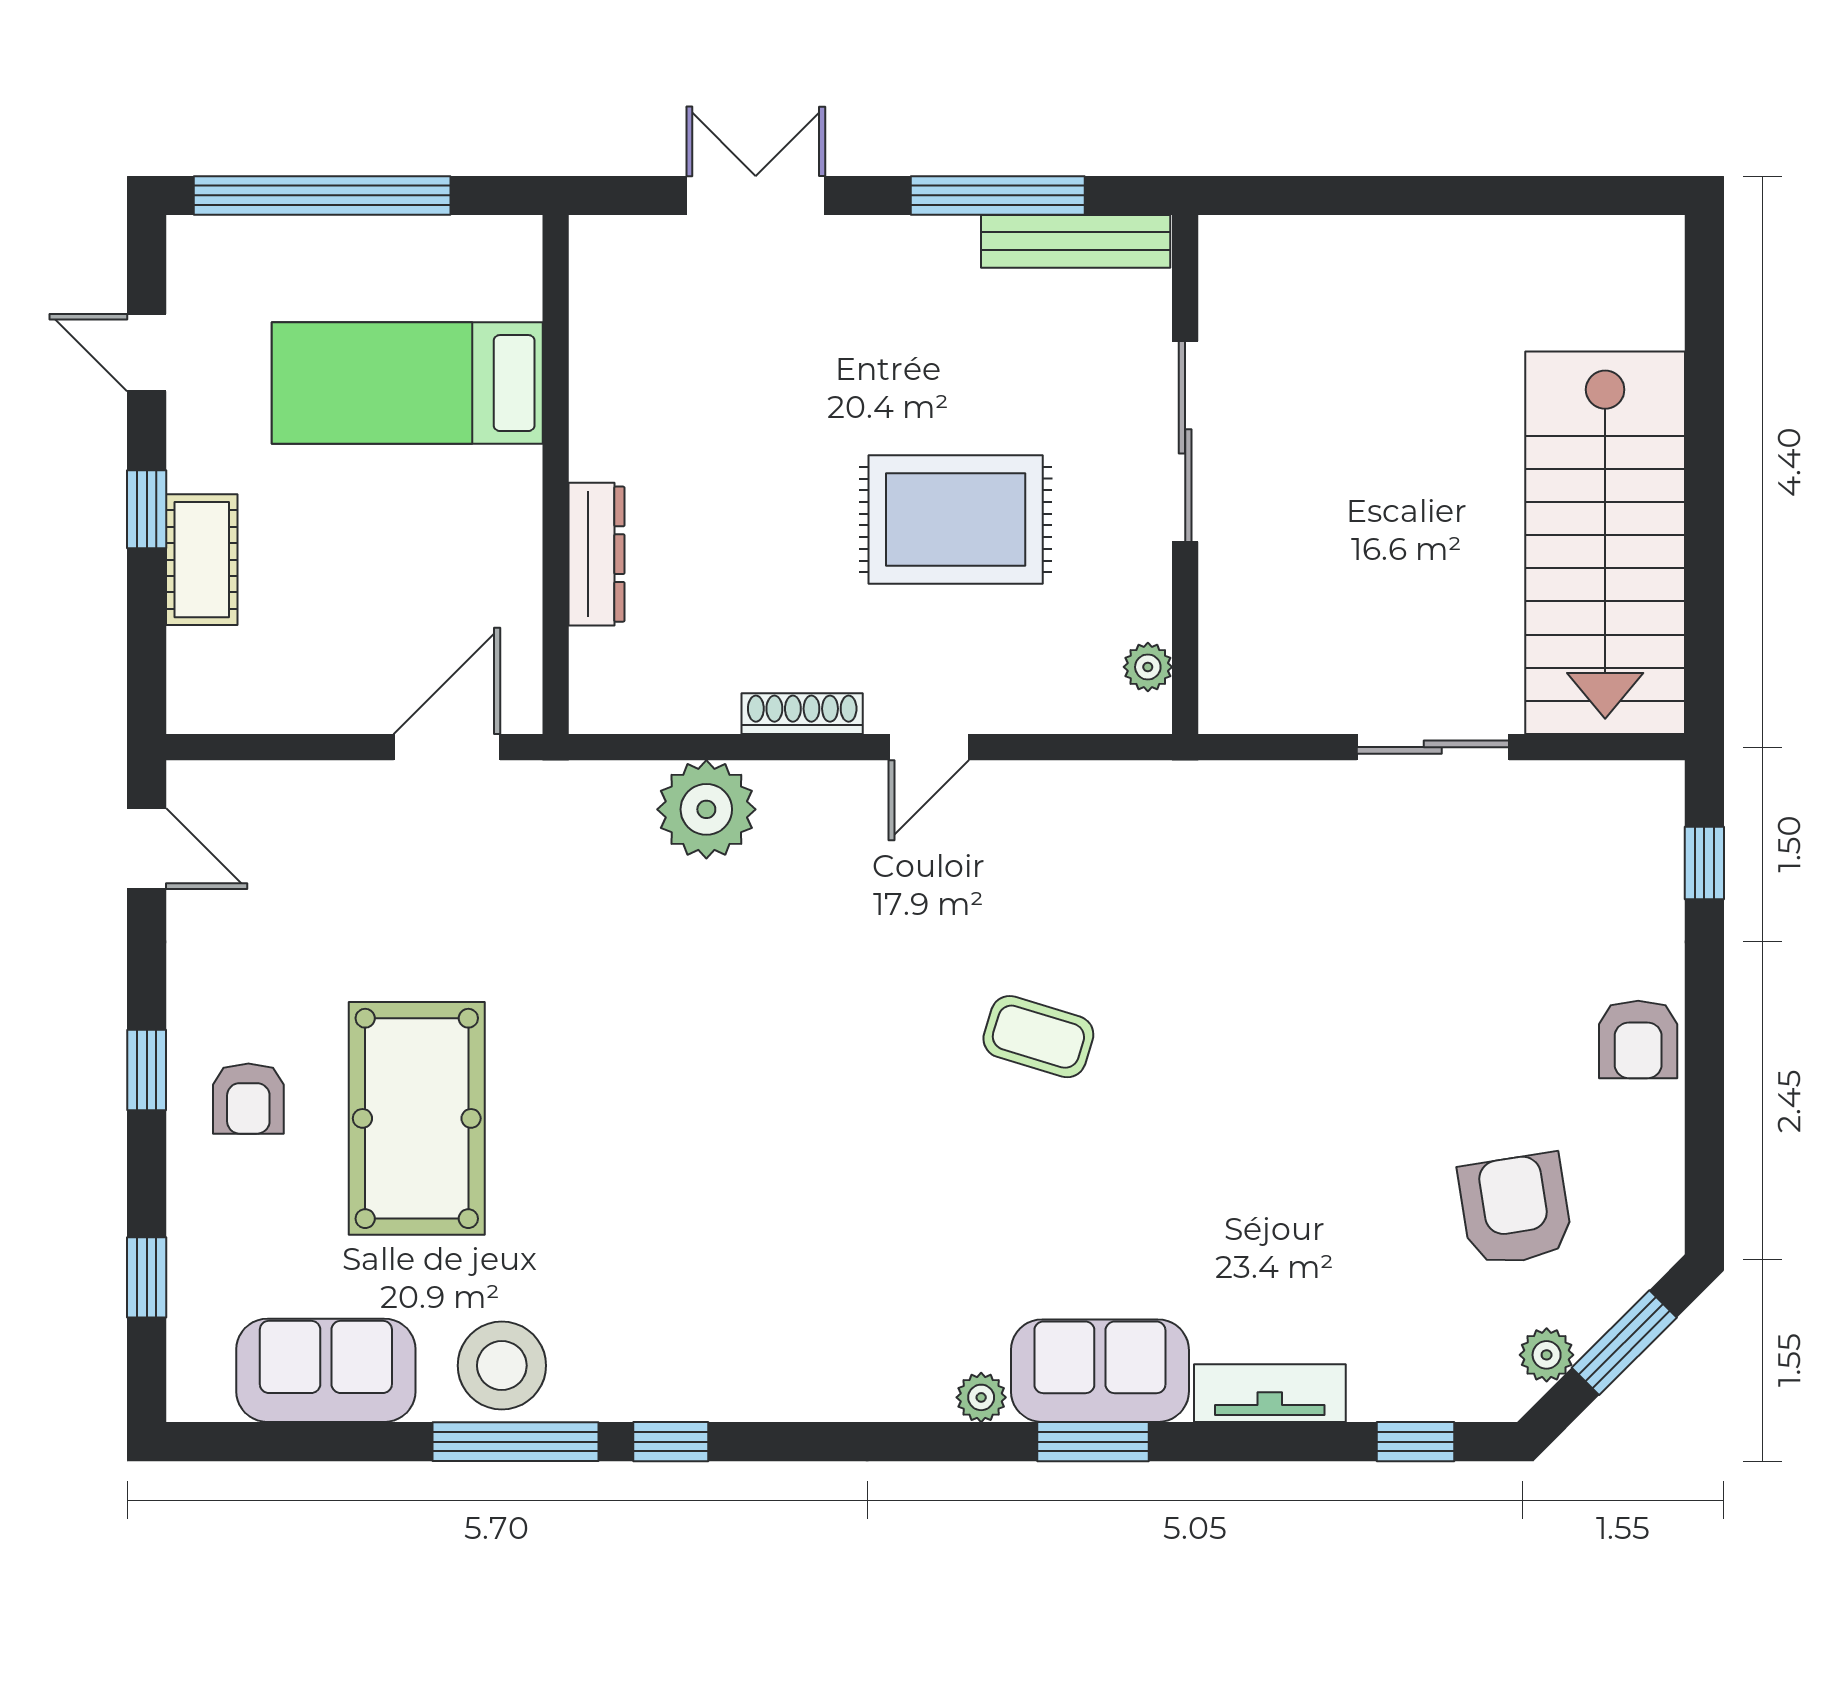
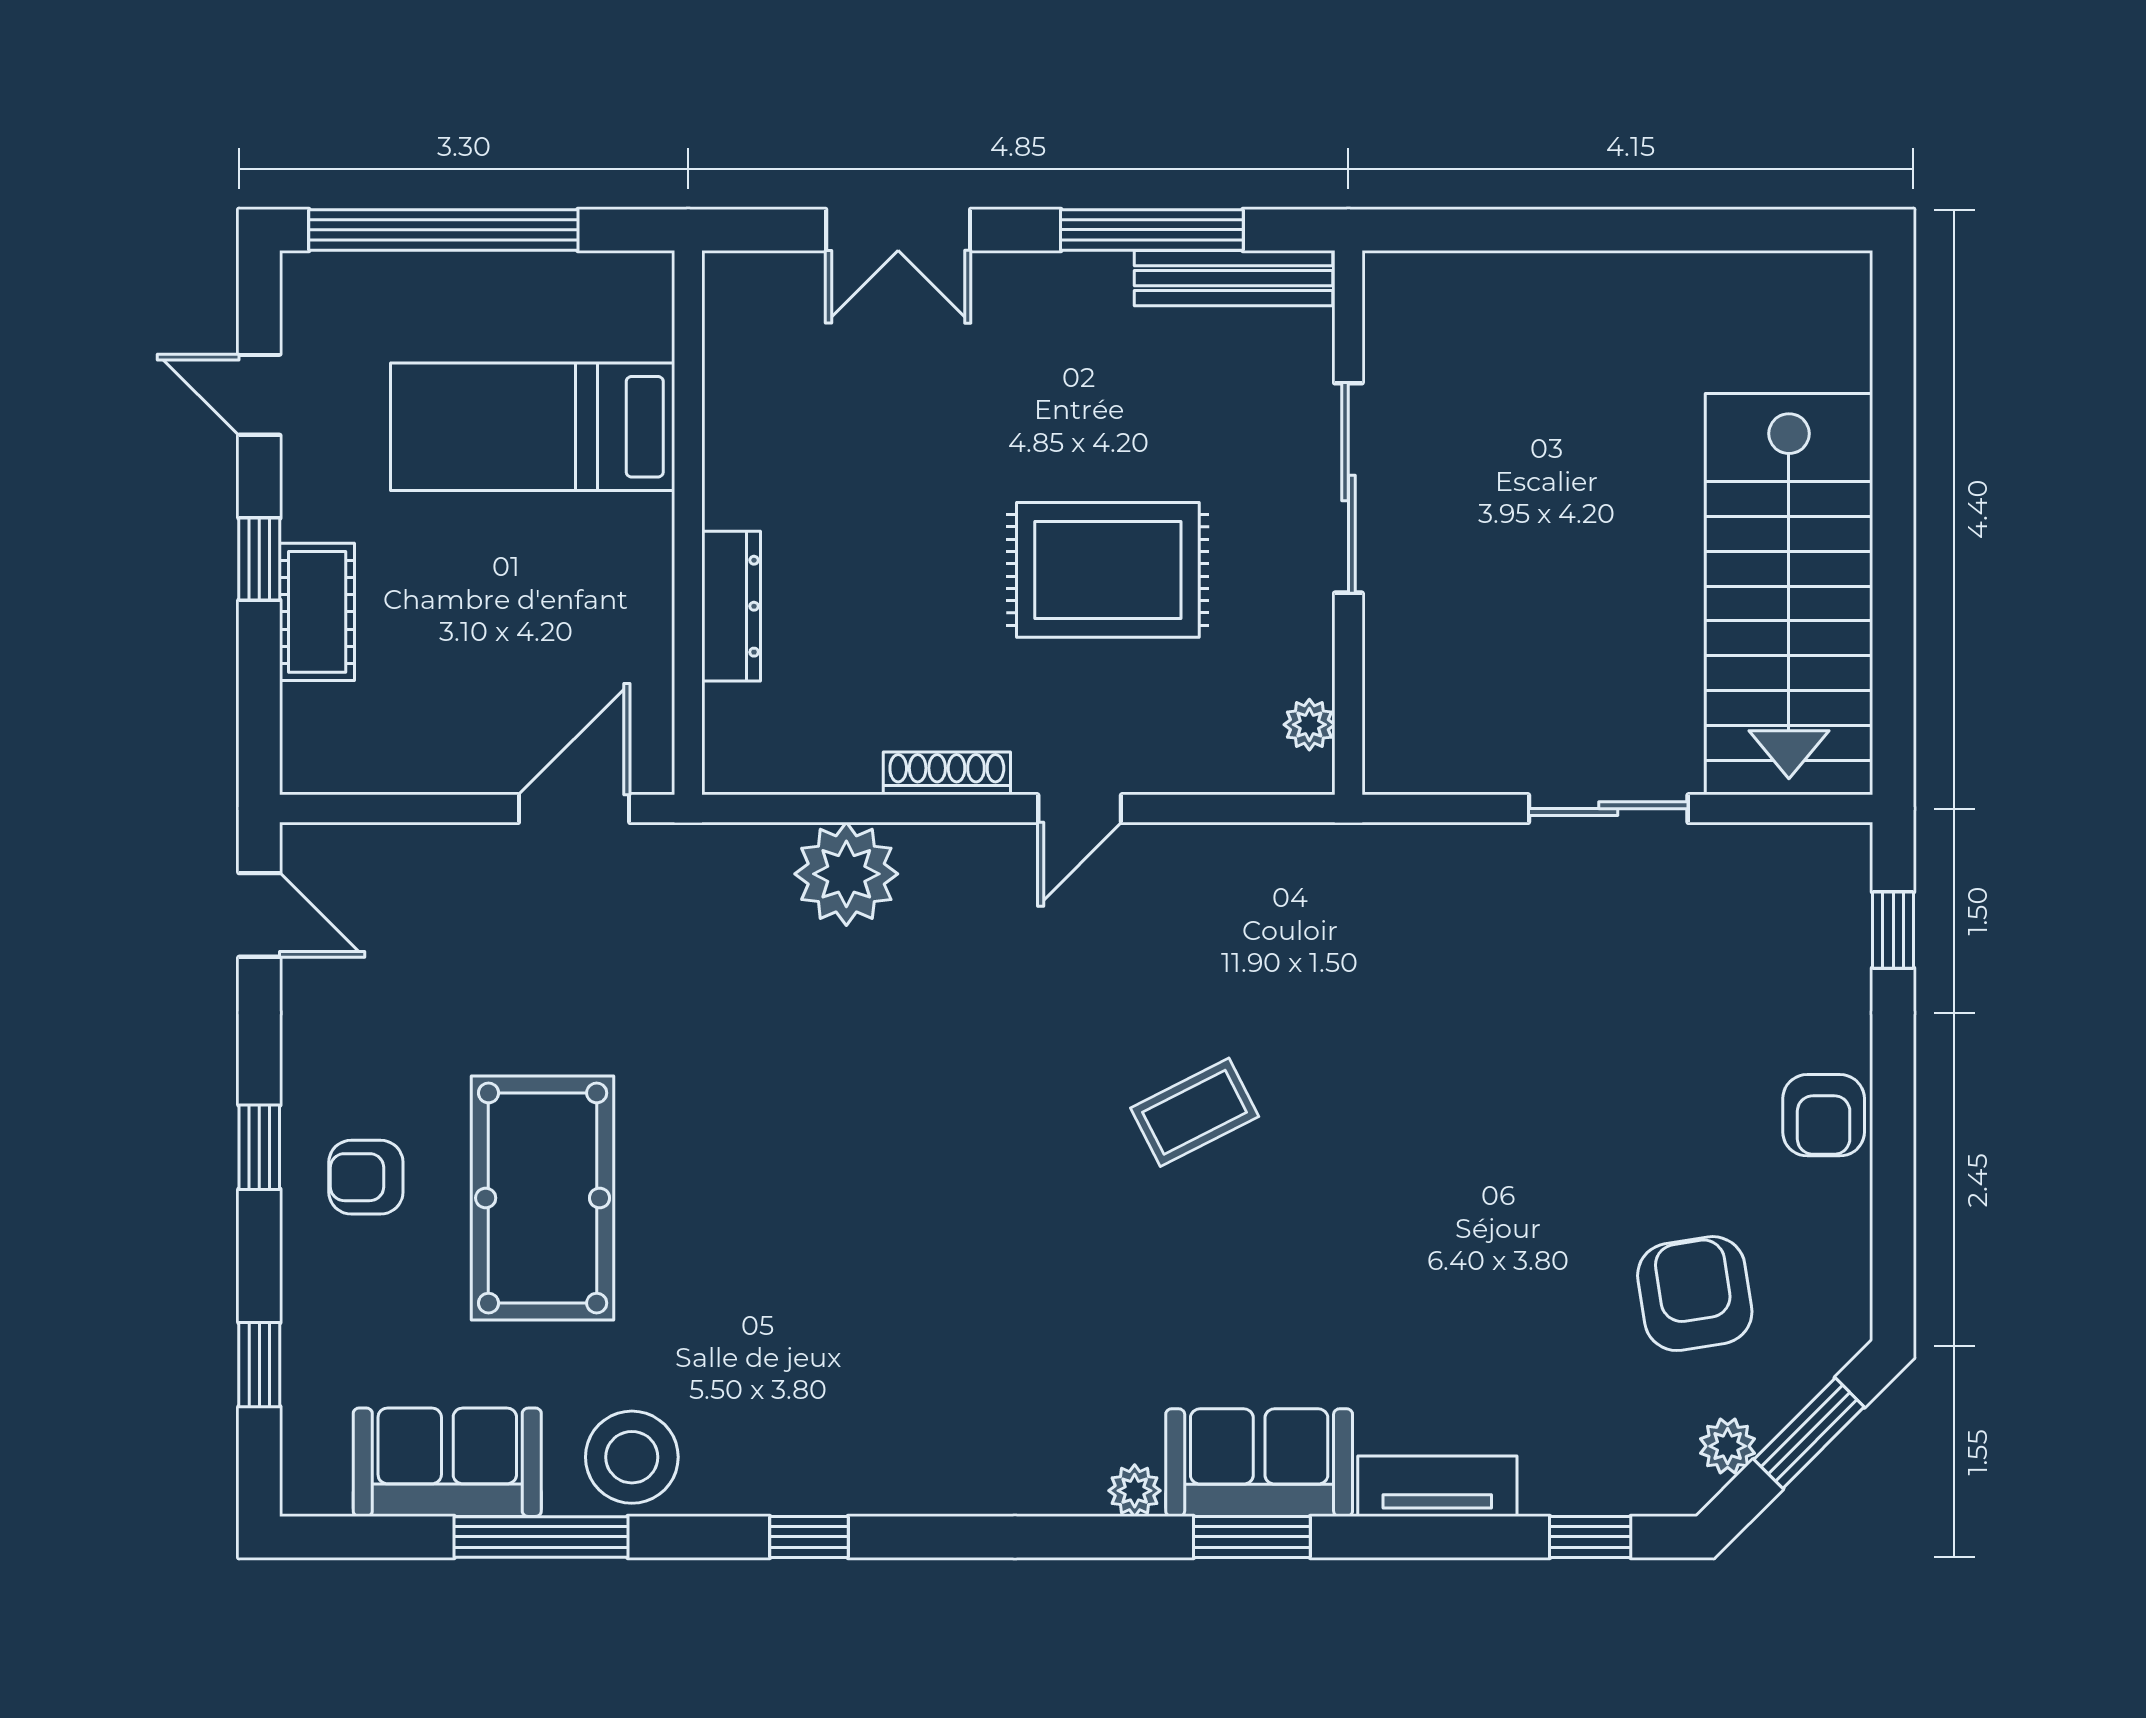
double door: (756, 195) -> (898, 230), swing flipped
coffee table: (1038, 1037) -> (1195, 1112), turned -44
armchair: (248, 1099) -> (366, 1177), turned 90
window: (515, 1442) -> (541, 1537), moved

